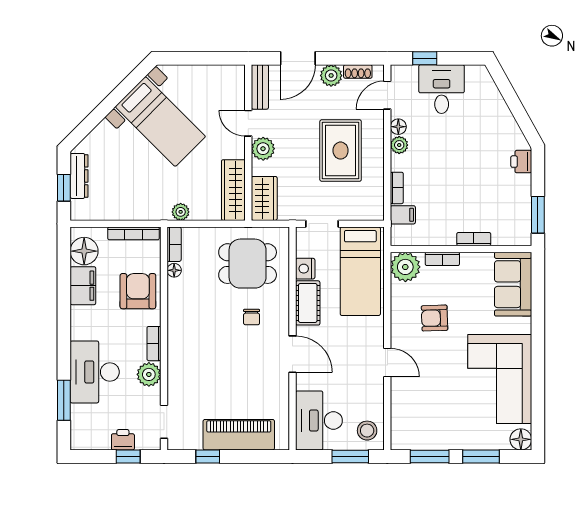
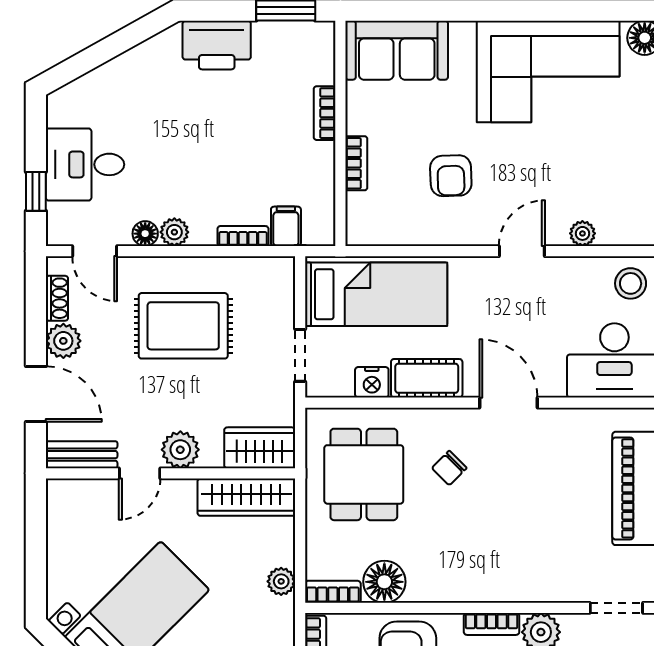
printer: (521, 162) -> (217, 45), width x1.87, depth x1.48
plant: (405, 267) -> (582, 233), moved, width x0.53, depth x0.53
floor lamp: (174, 270) -> (384, 582), width x1.89, depth x1.89
chair: (252, 317) -> (449, 468), turned 135
door: (292, 354) -> (508, 403), hinge flipped

